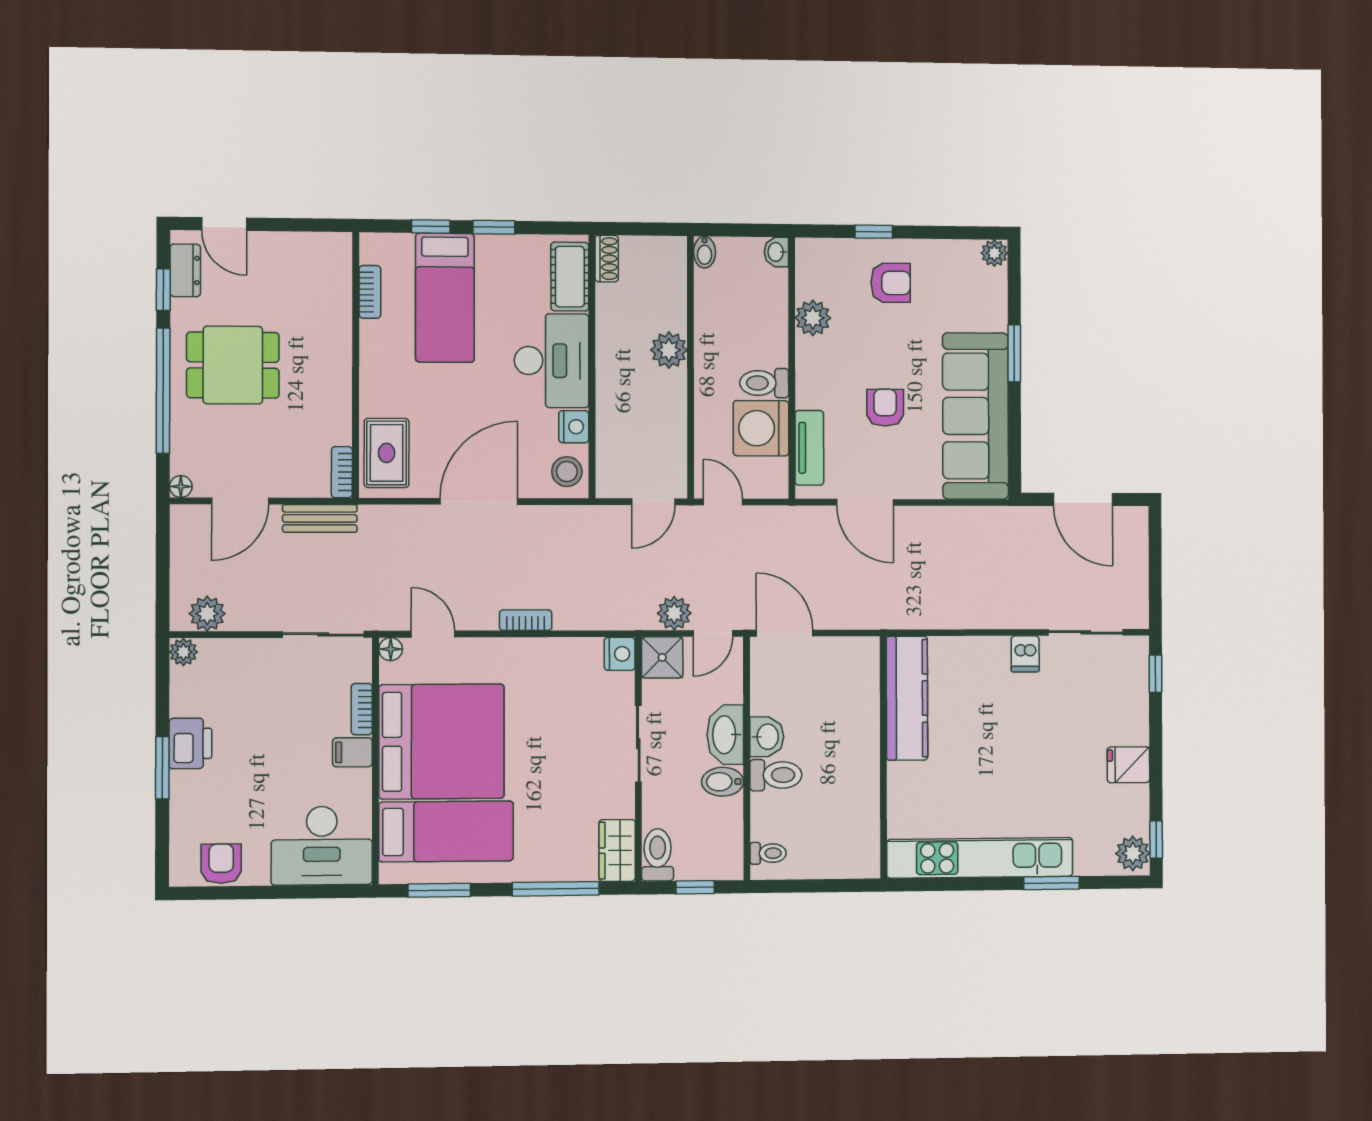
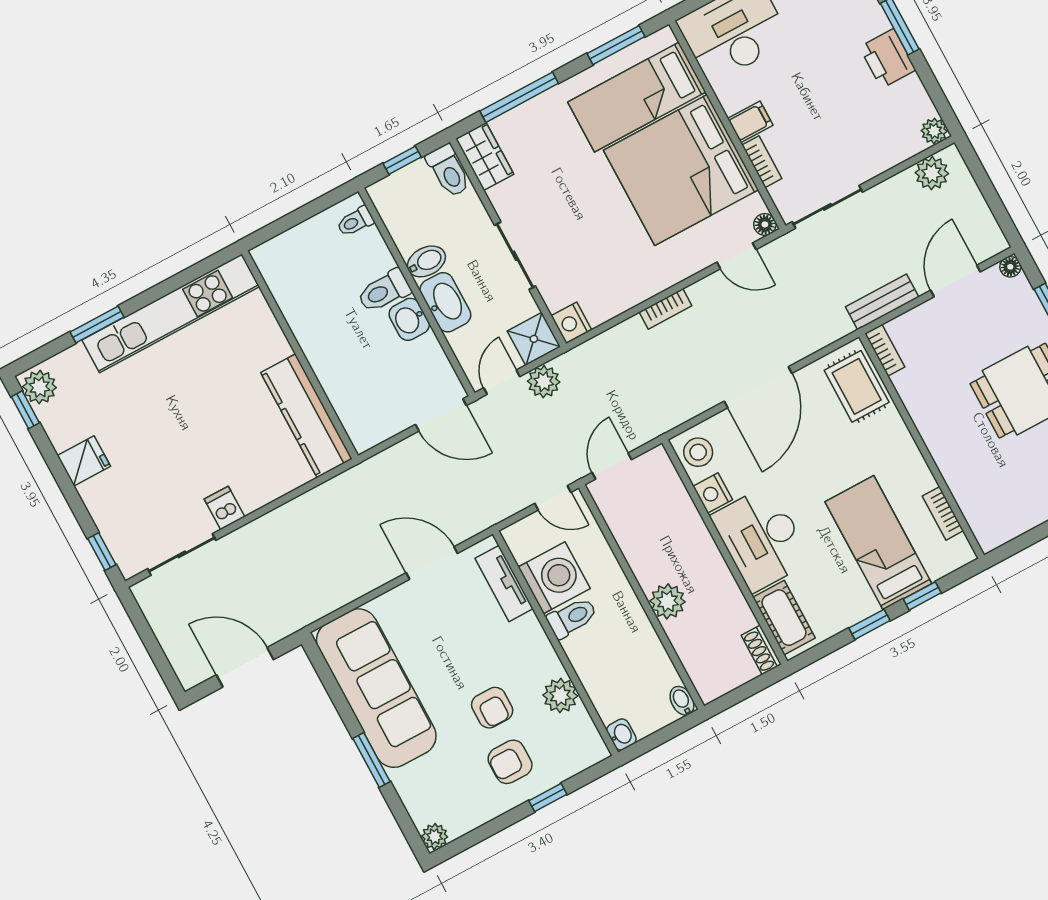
armchair: (885, 408) -> (492, 708), moved

